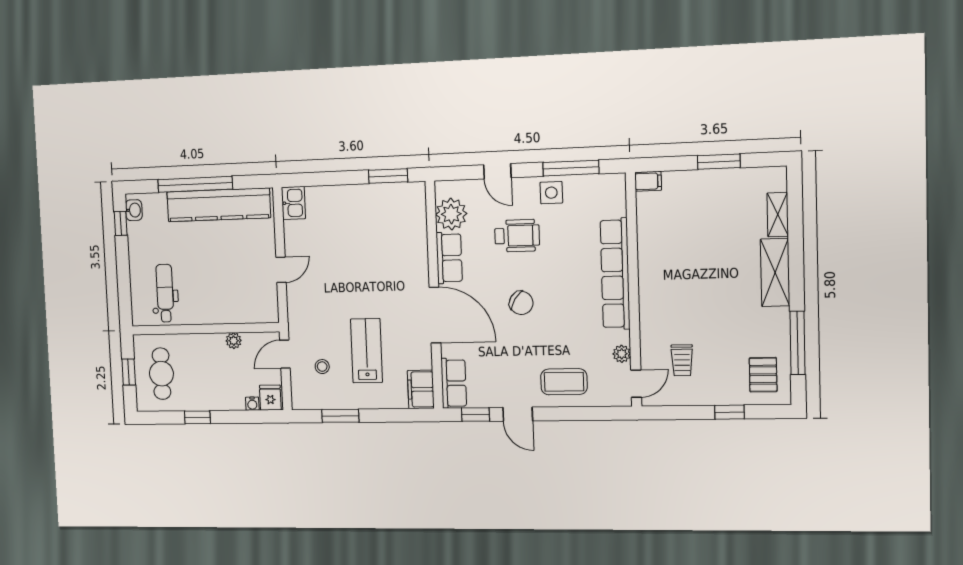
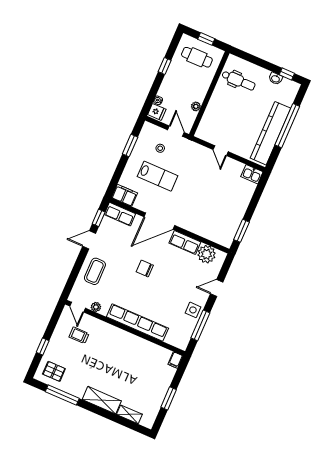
washbasin: (134, 210) -> (276, 79), moved
wheelchair: (517, 236) -> (180, 282), removed
chair: (521, 303) -> (145, 268), turned 57

